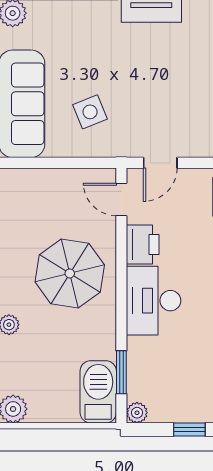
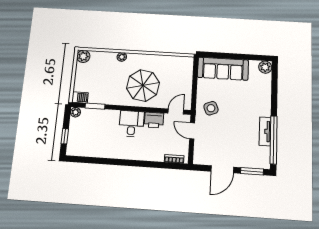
side table: (90, 112) -> (211, 108), moved
desk: (154, 301) -> (131, 124), width x0.73
barbecue: (98, 392) -> (80, 97), width x0.53, depth x0.65

